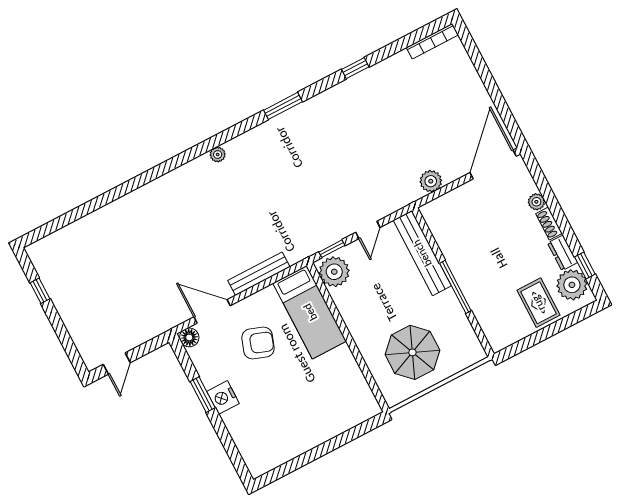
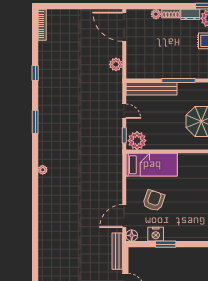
bench: (259, 274) -> (117, 251), moved
nightstand: (223, 397) -> (156, 234), moved

